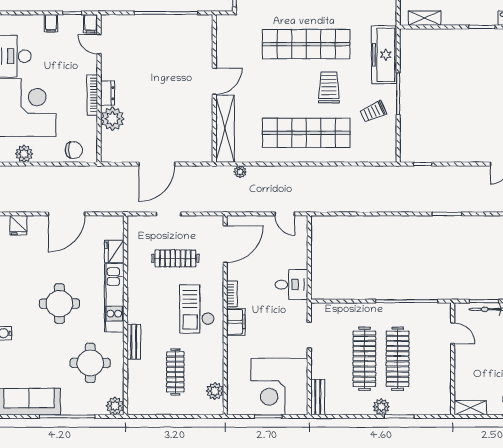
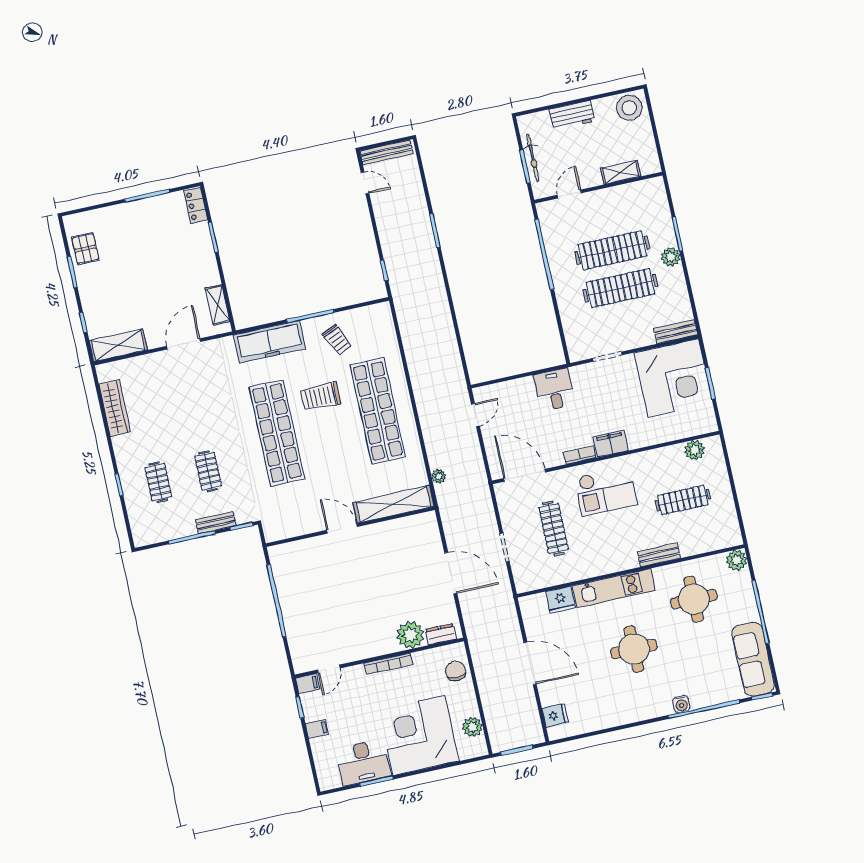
dresser: (107, 93) -> (441, 634), moved
shelving: (470, 408) -> (621, 172), moved, turned 90

